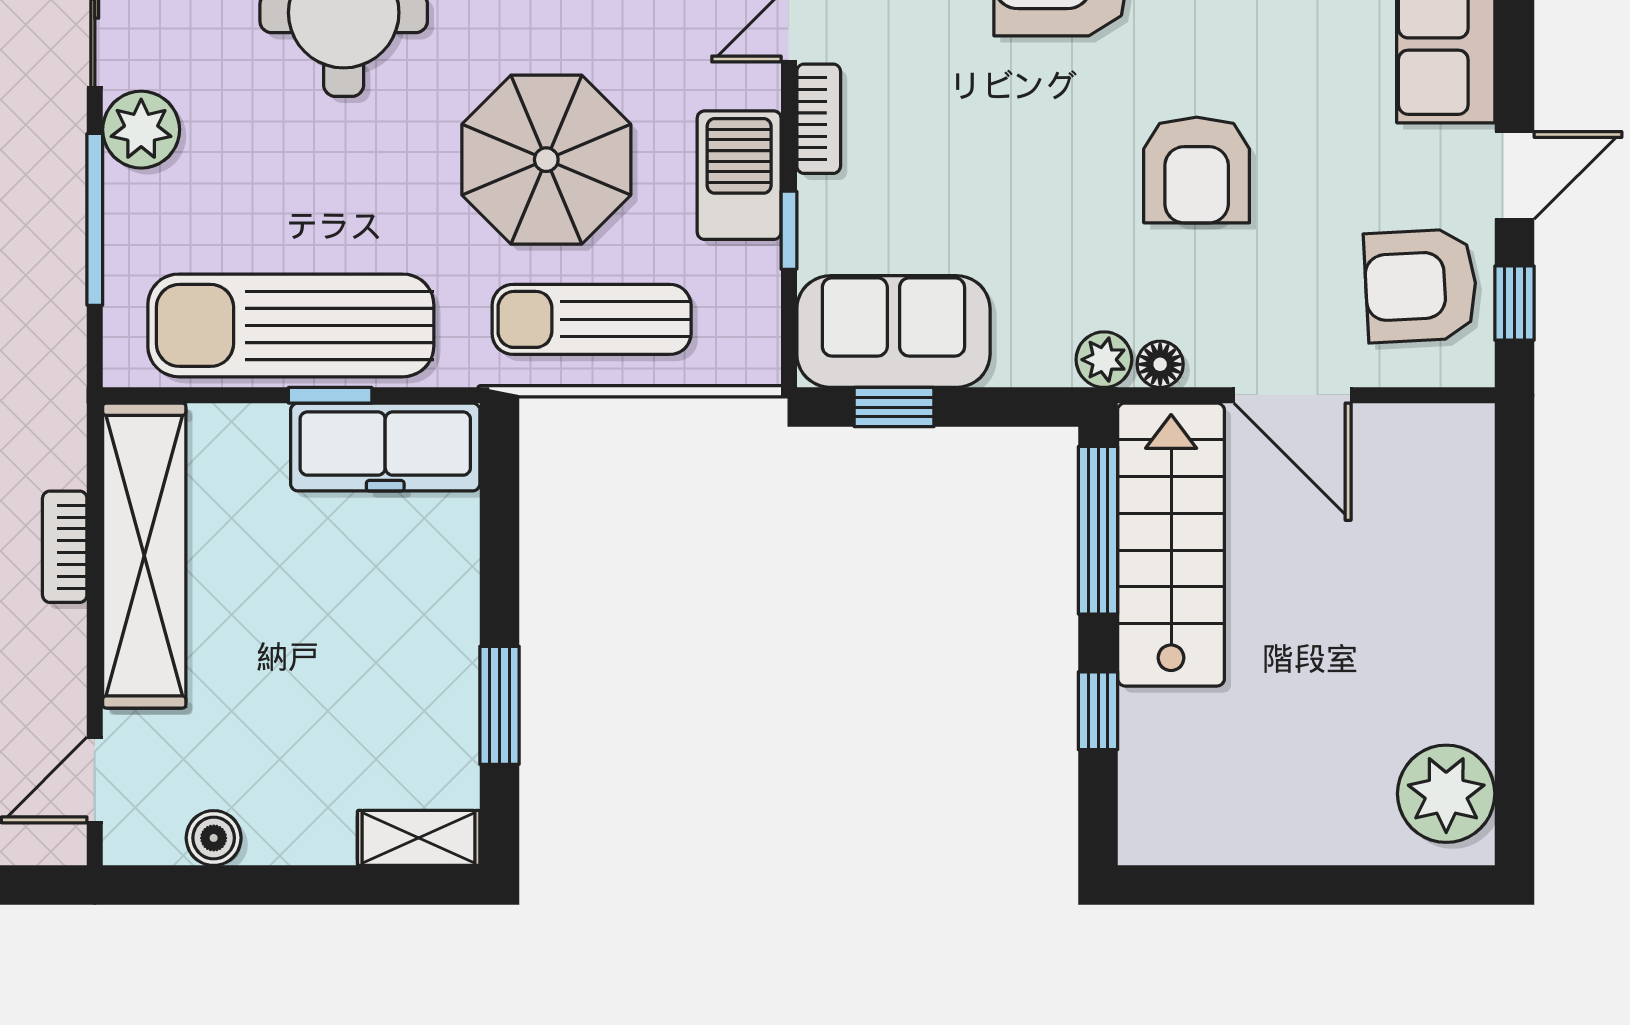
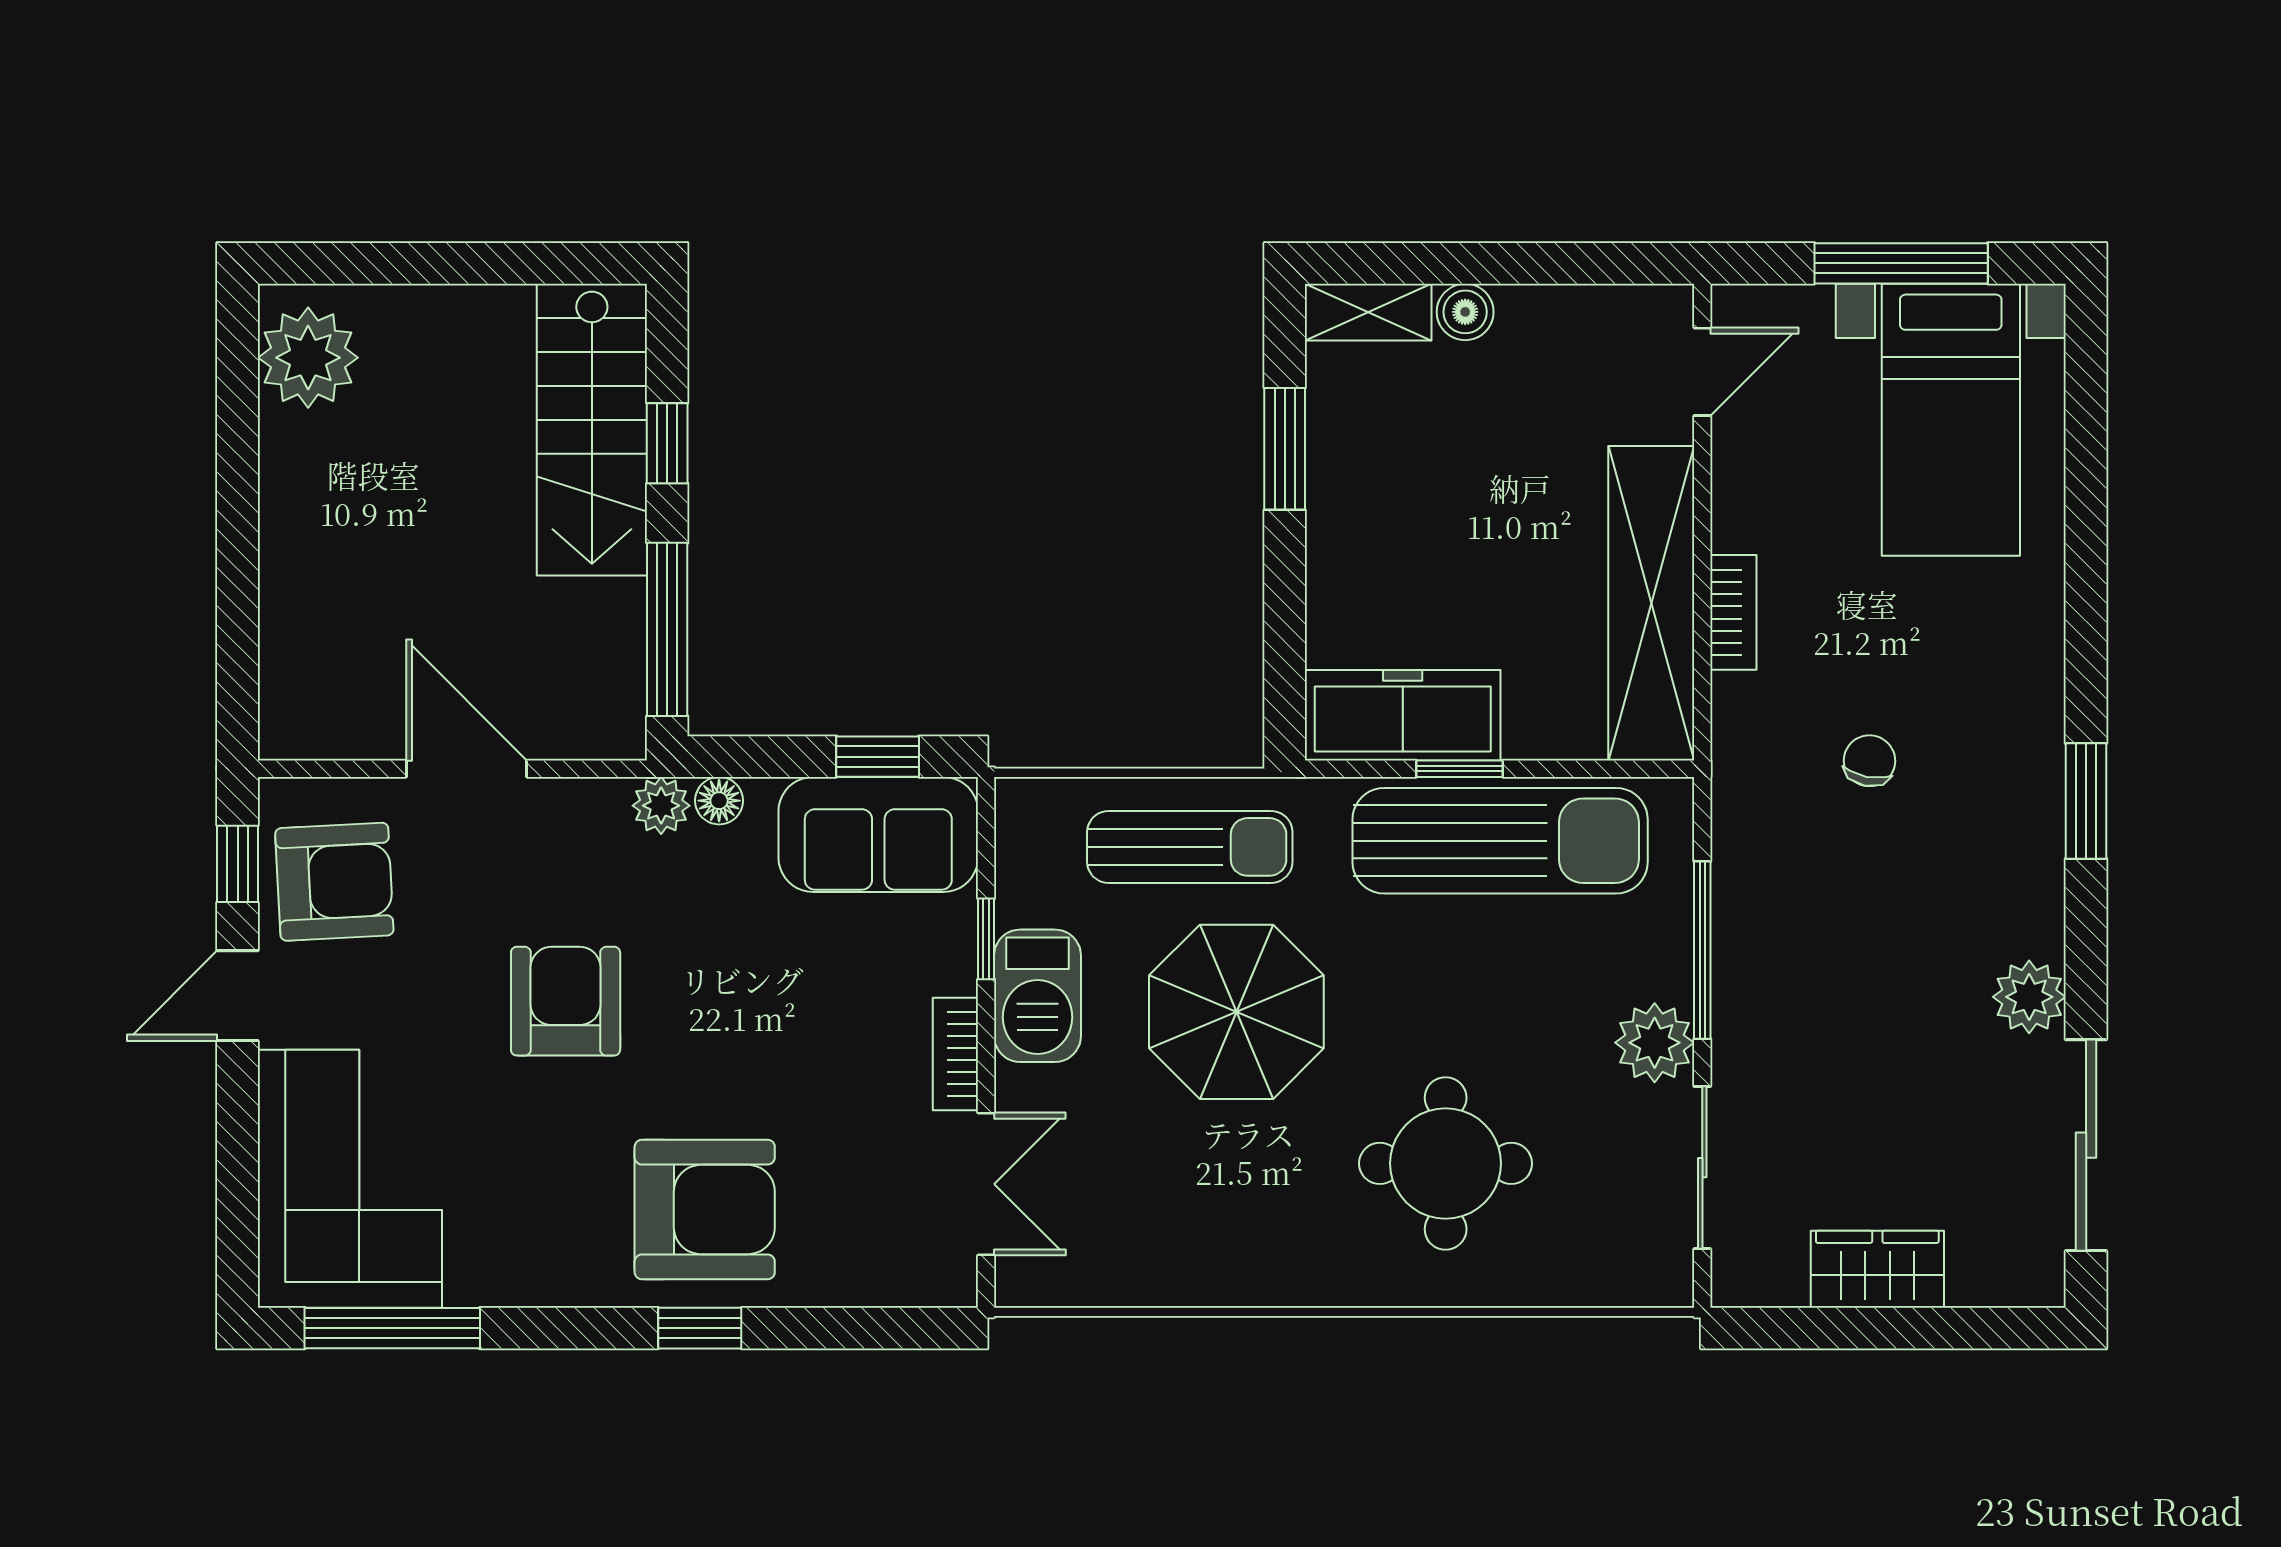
floor lamp: (1160, 364) -> (719, 801), moved
stairs: (1171, 545) -> (592, 430), moved
boiler: (214, 838) -> (1465, 312), moved

